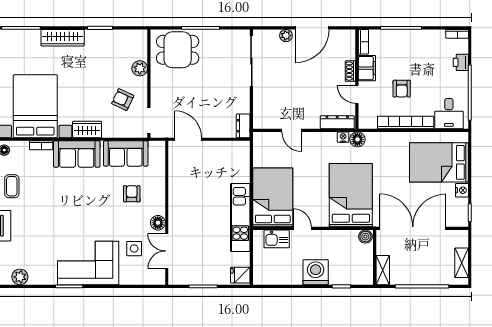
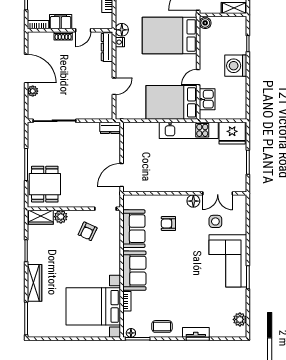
wardrobe: (87, 129) -> (41, 217), moved, turned -90
fridge: (240, 275) -> (232, 133), width x1.88, depth x1.34

